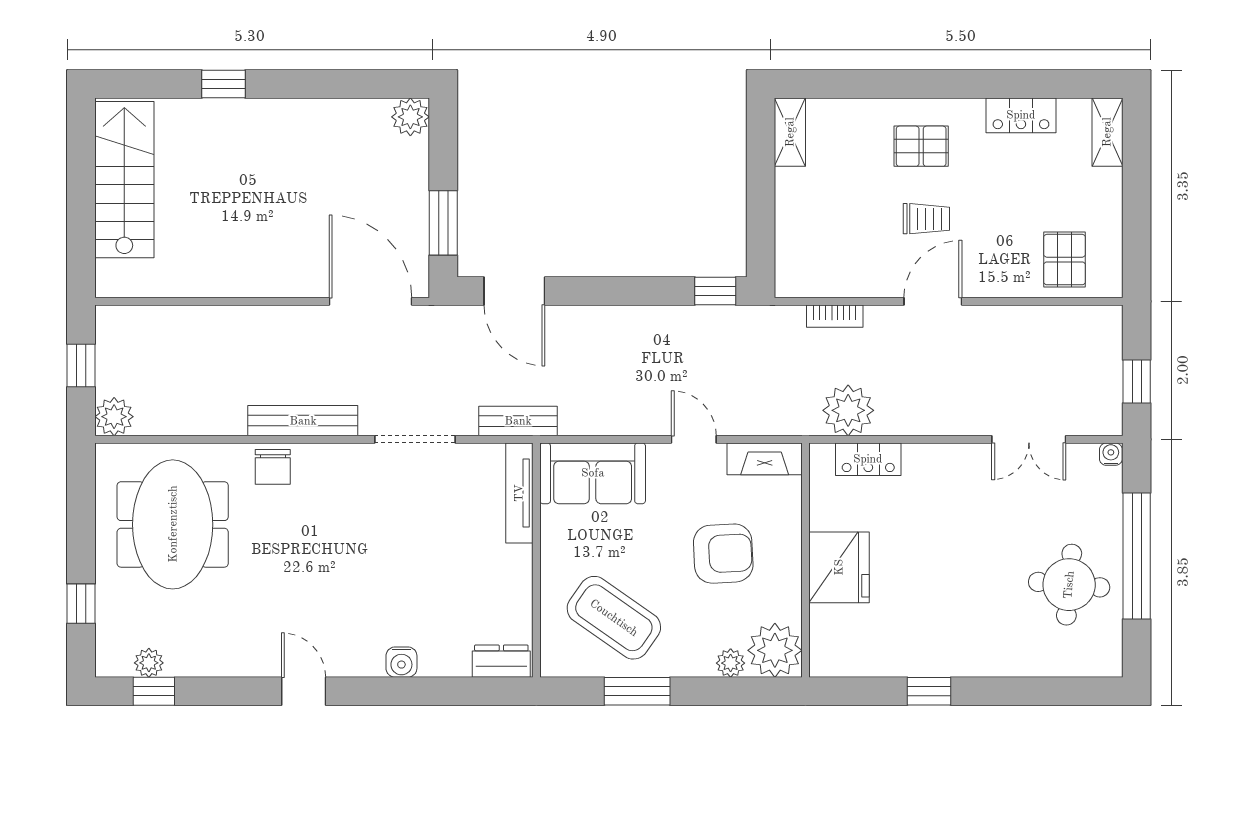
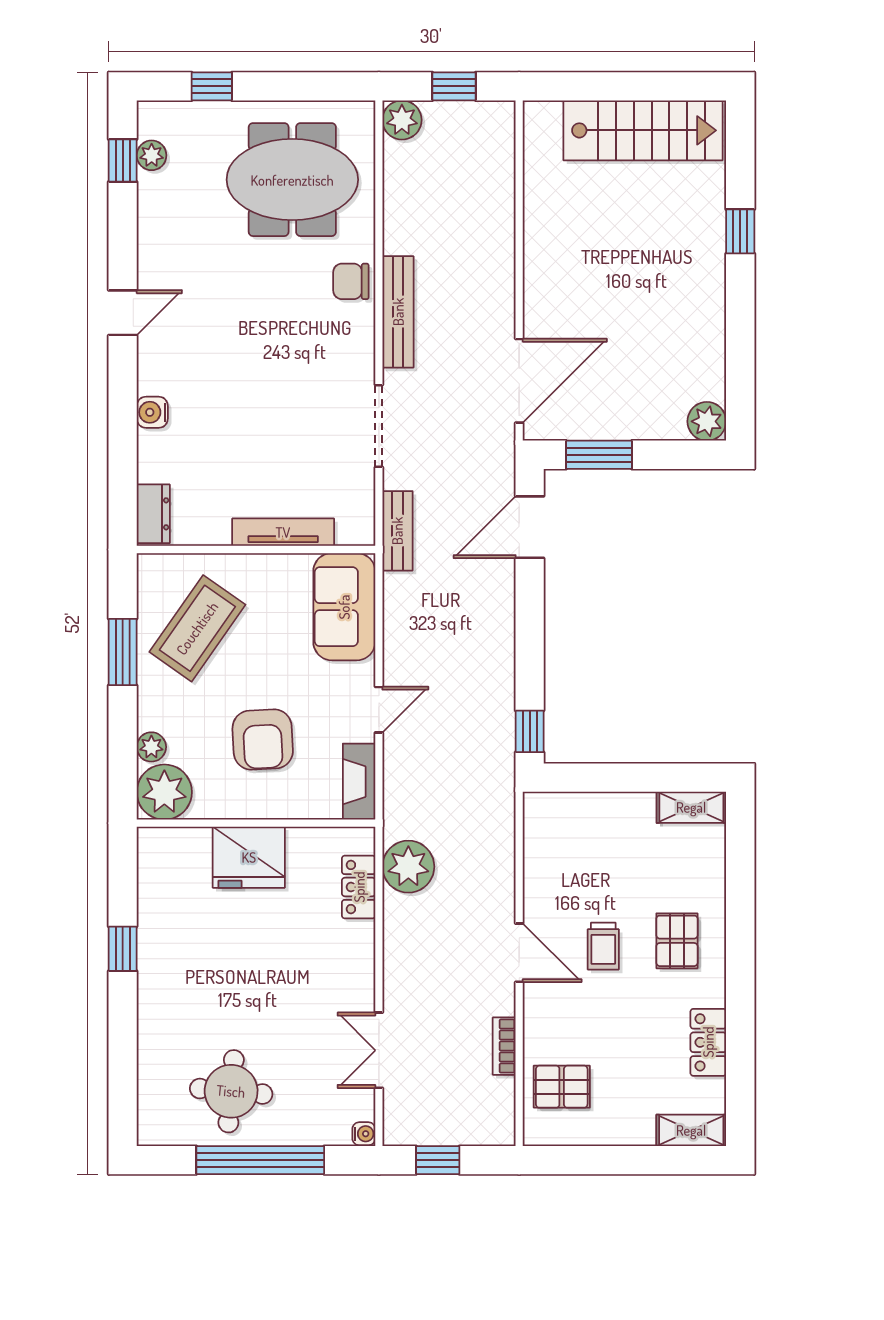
bookcase: (835, 316) -> (504, 1046), moved
tv unit: (519, 493) -> (283, 532), moved

